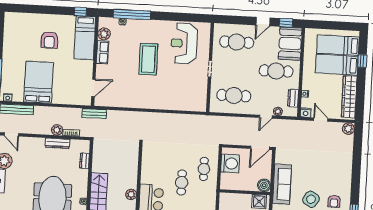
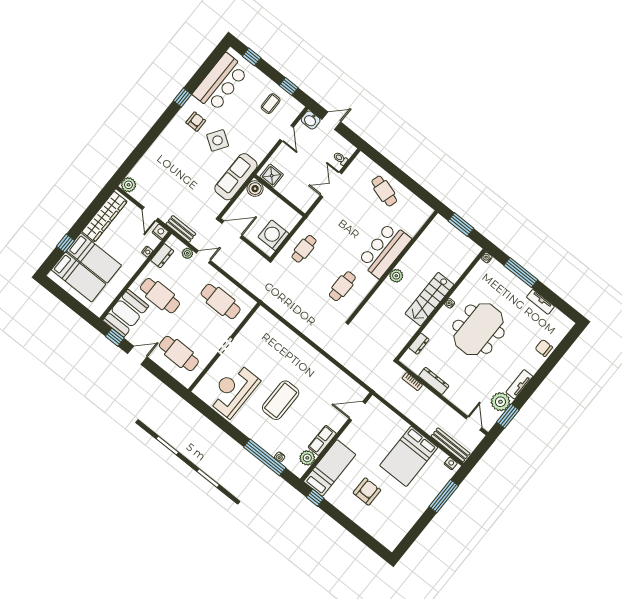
reception desk: (184, 43) -> (233, 390), turned 180
bench: (94, 114) -> (181, 229), moved
plant: (57, 130) -> (425, 395), removed
cafe table: (182, 183) -> (342, 286), moved

